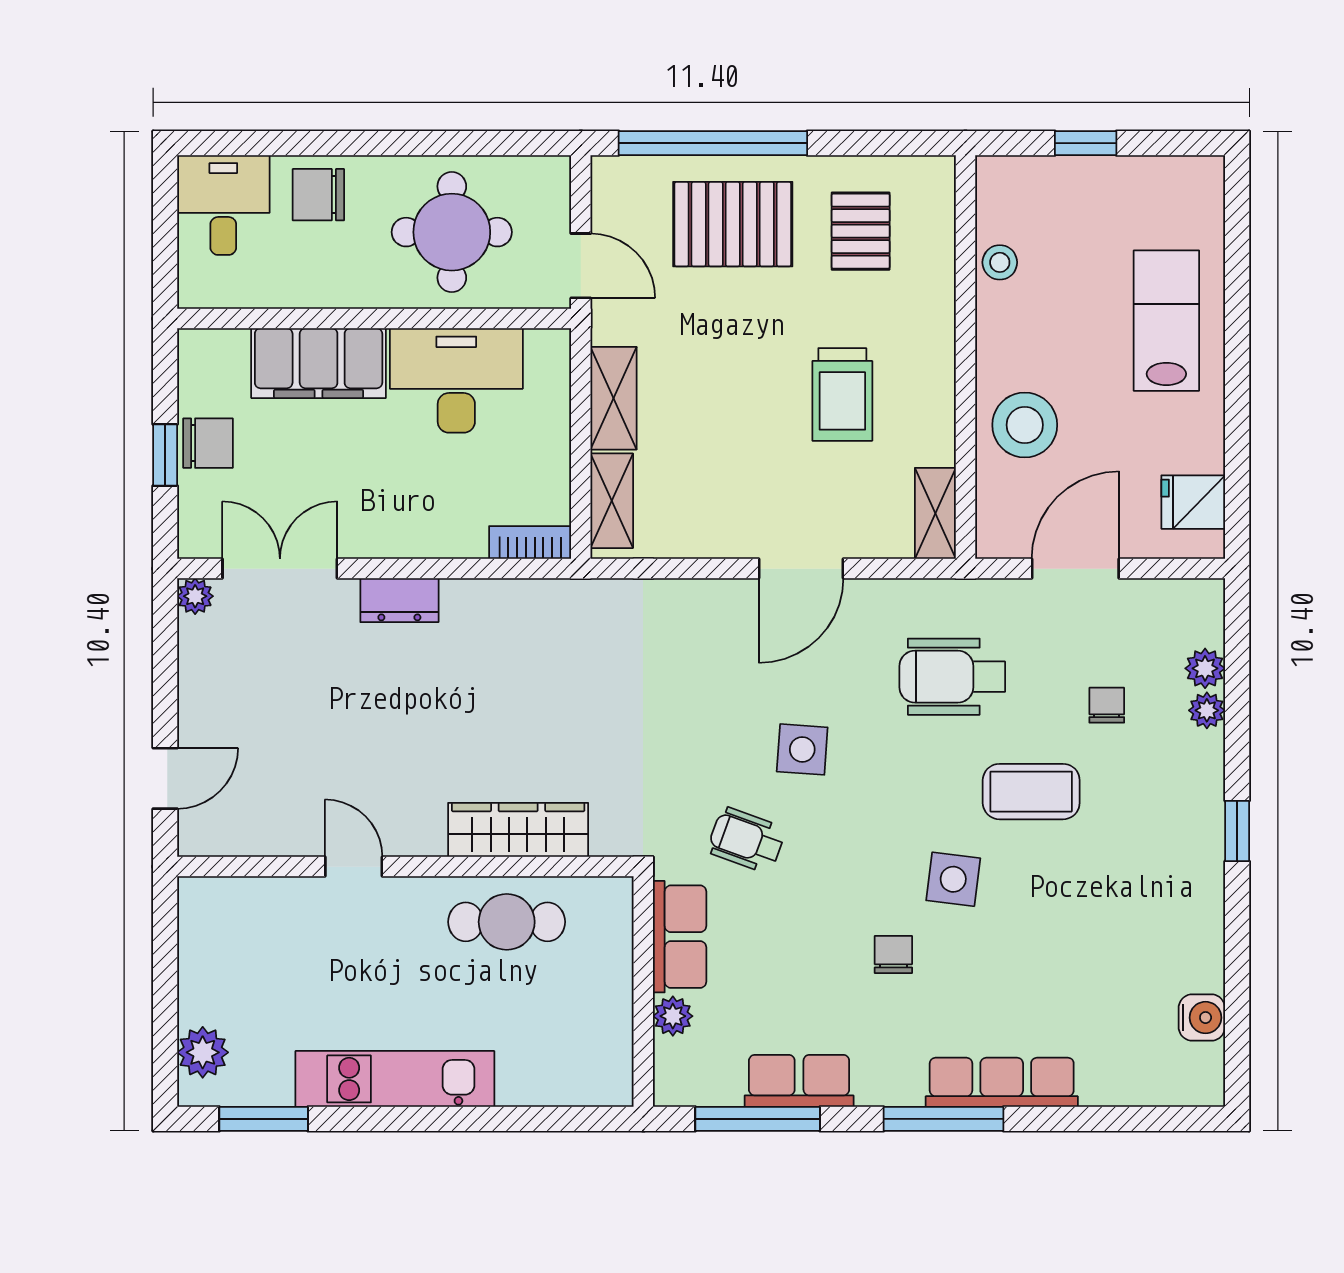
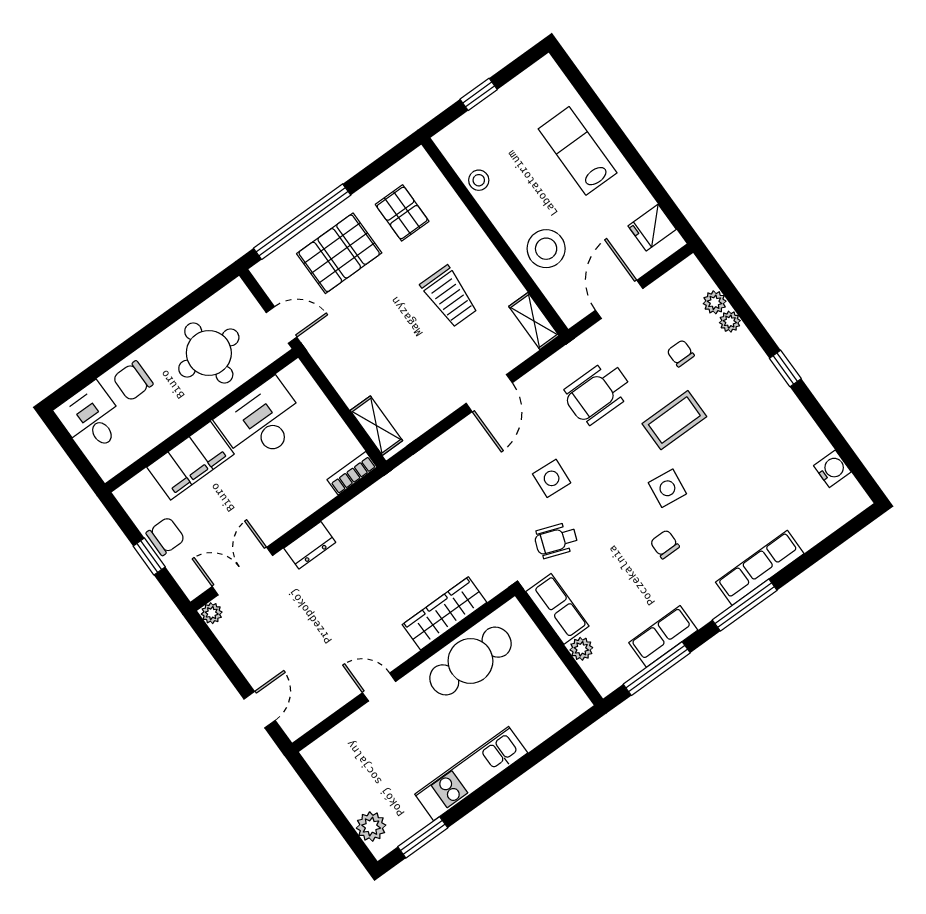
shelving: (614, 398) -> (342, 376), removed
cafe table: (507, 922) -> (470, 661), width x1.37, depth x1.35

